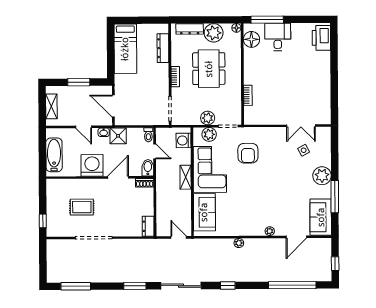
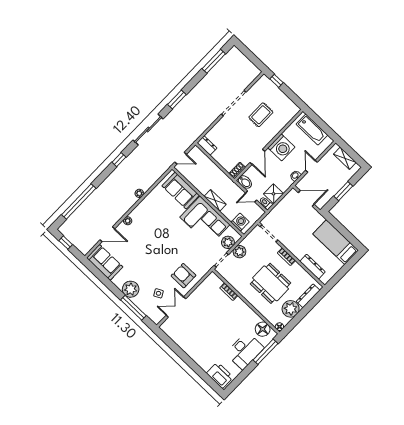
desk: (278, 37) -> (245, 351), width x1.37
door: (84, 127) -> (311, 166), hinge flipped
shower: (118, 136) -> (273, 194), moved
armchair: (248, 153) -> (184, 276), moved
window: (335, 197) -> (133, 308), moved
door: (296, 237) -> (107, 234), swing flipped

